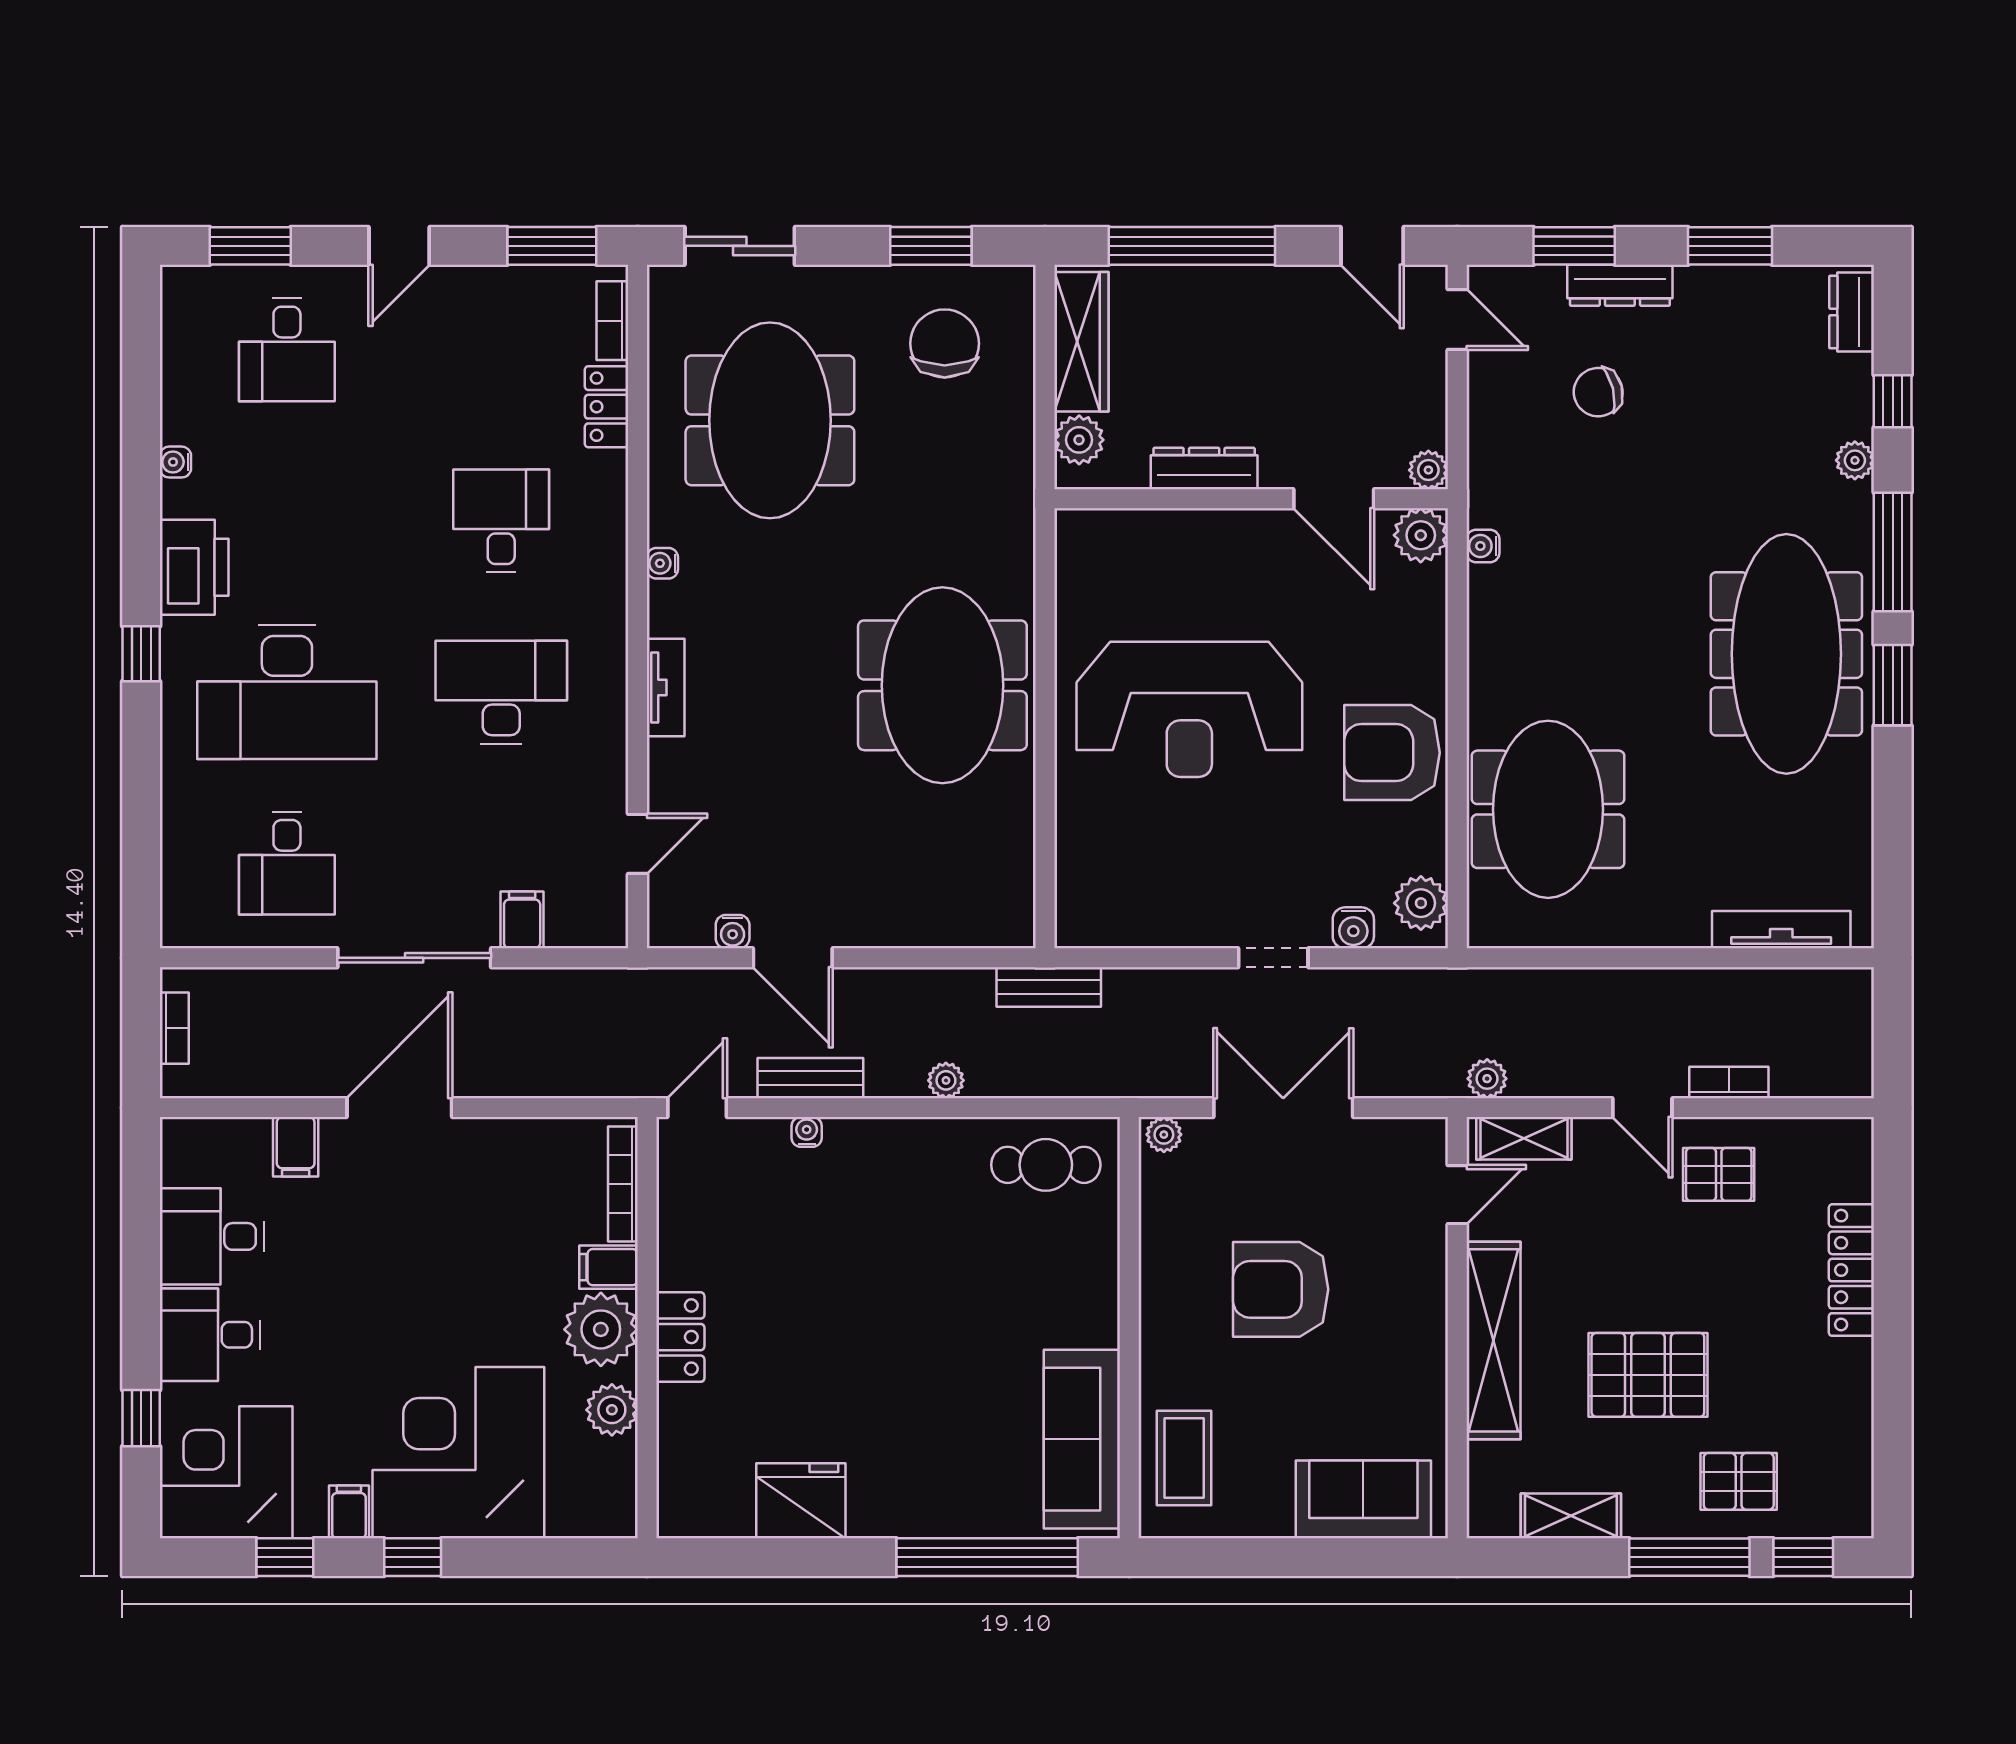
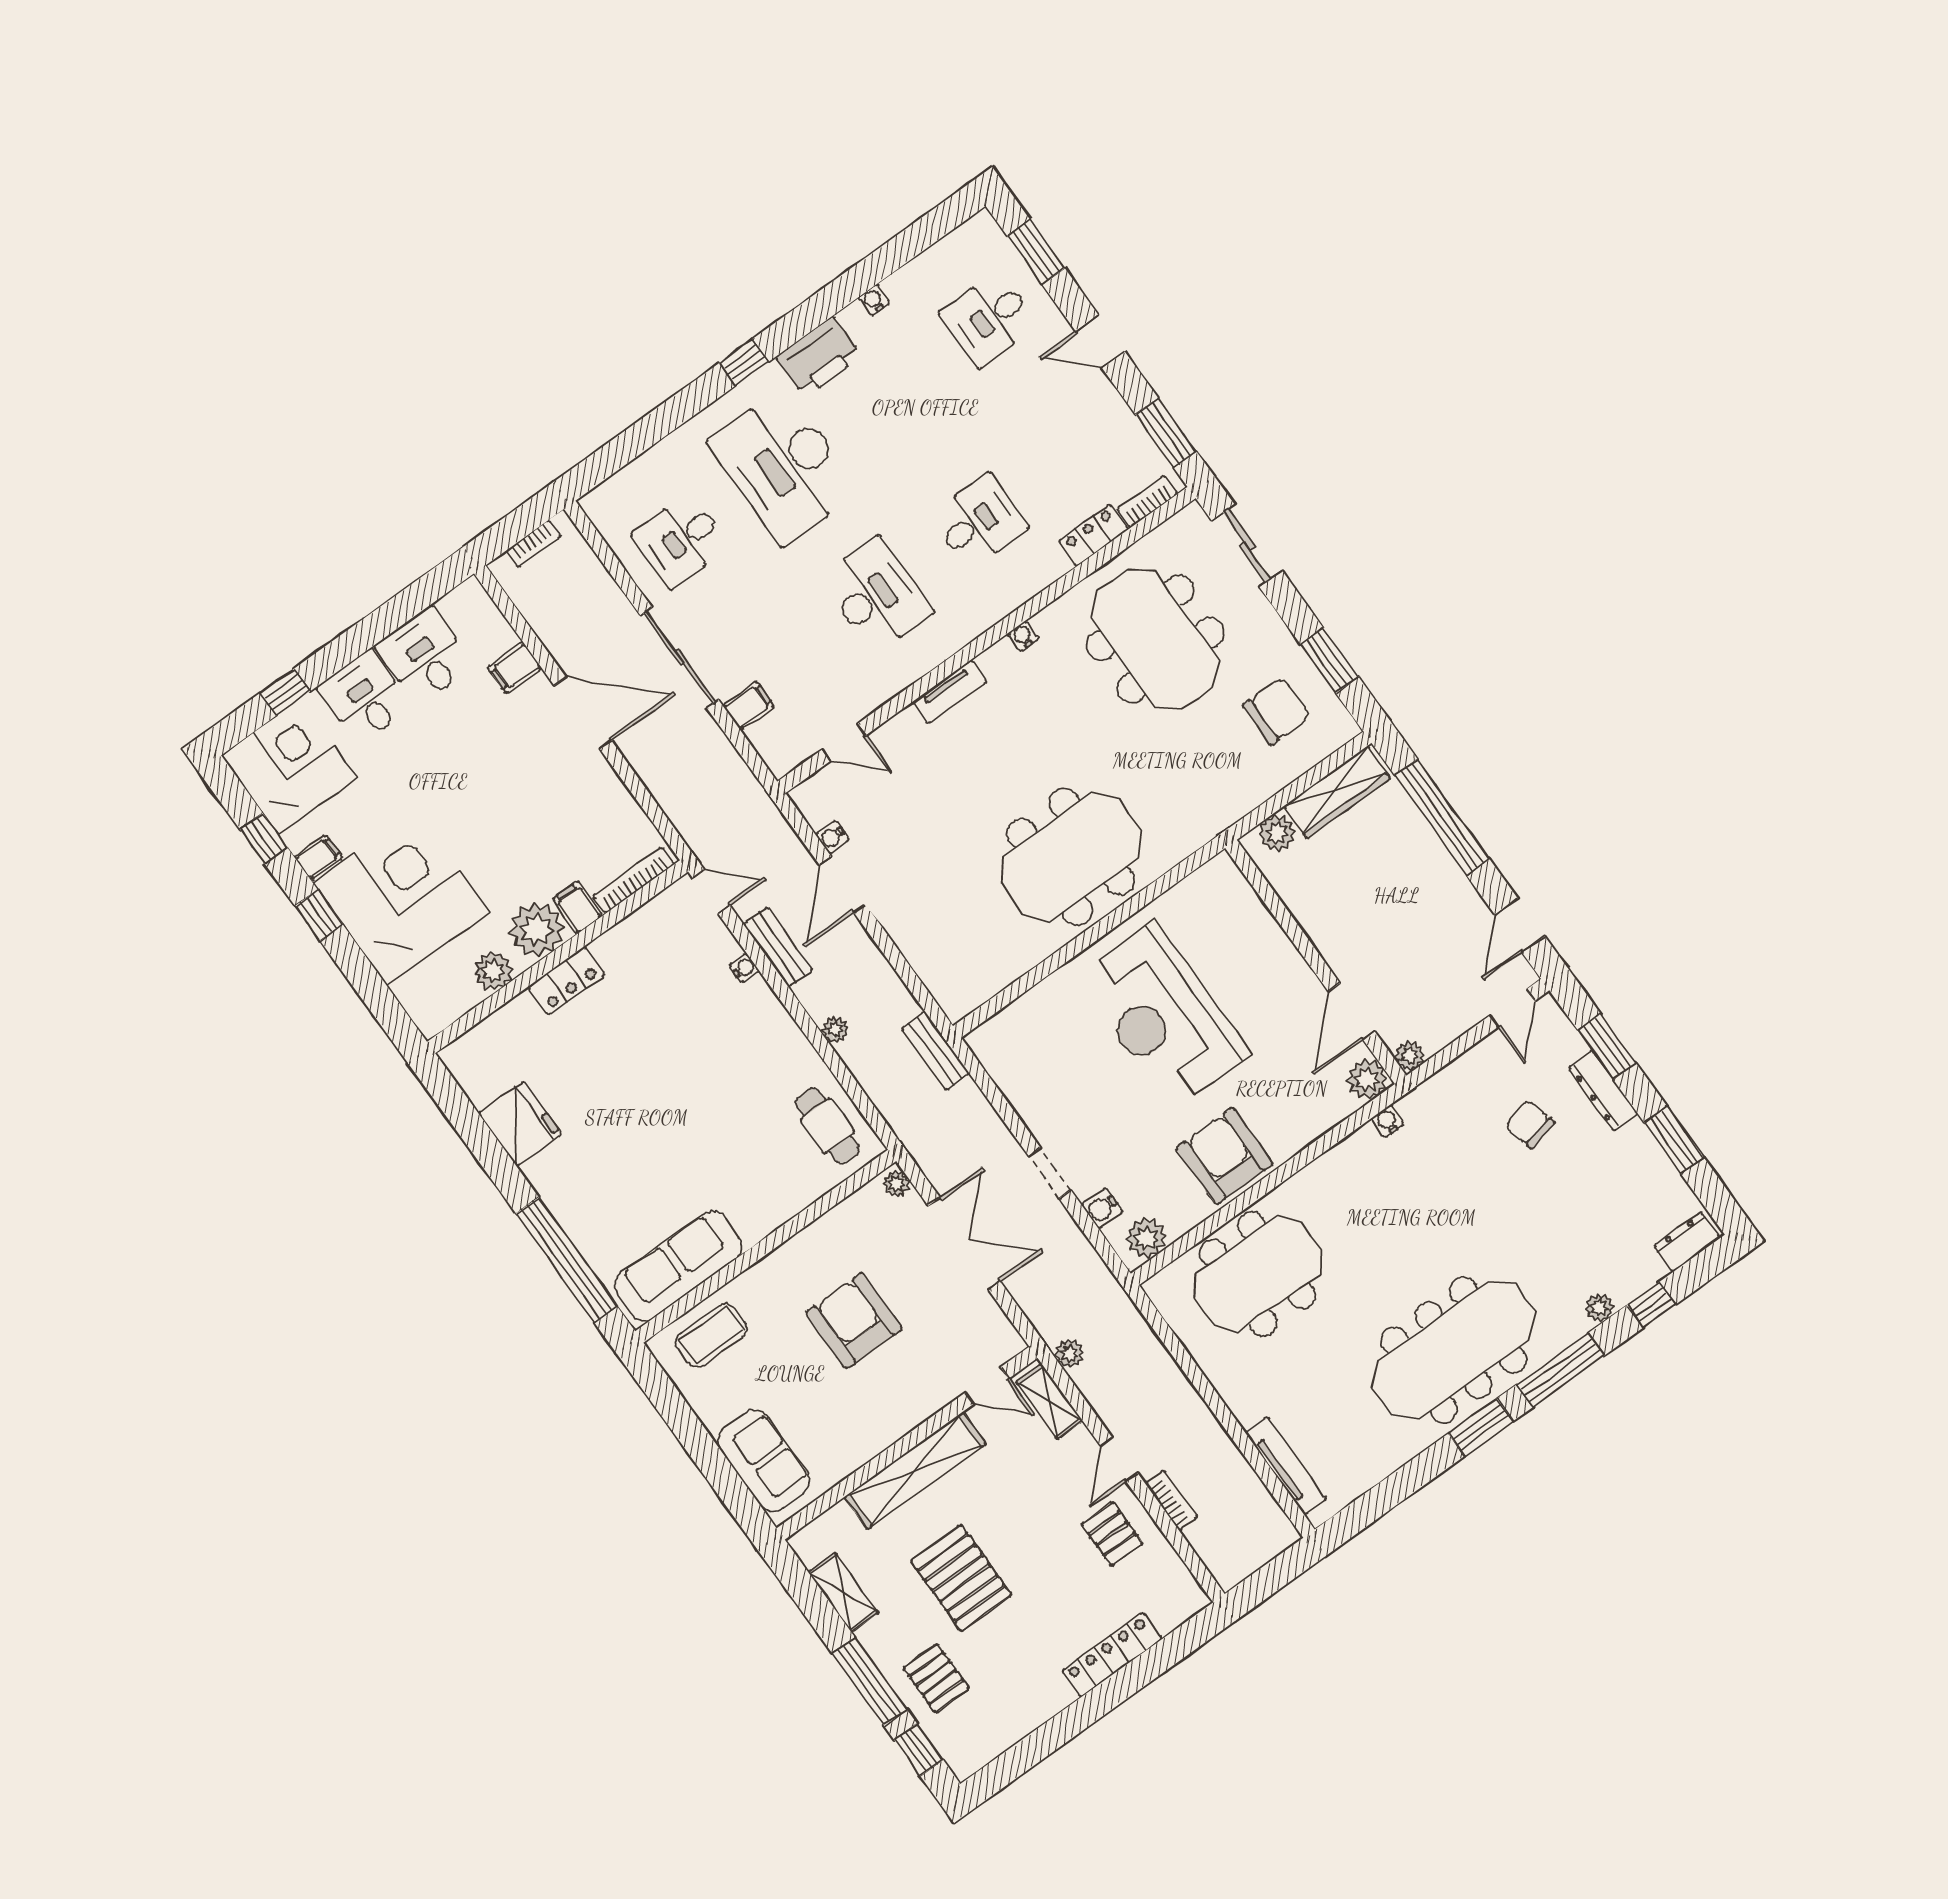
meeting table: (770, 420) -> (1155, 639), turned 90
dresser: (1204, 469) -> (1314, 921), removed

